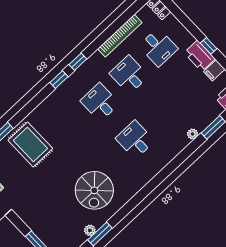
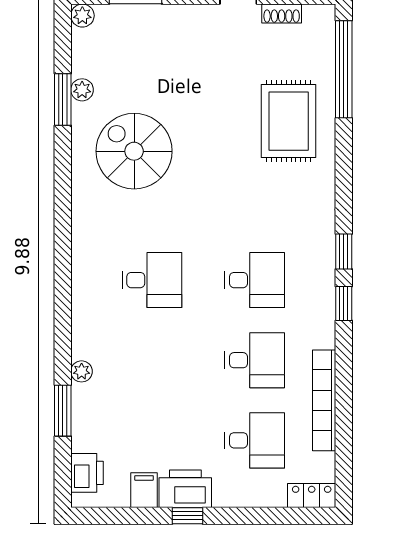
desk: (158, 47) -> (255, 440), turned 180
rug: (30, 144) -> (289, 121), turned 90

